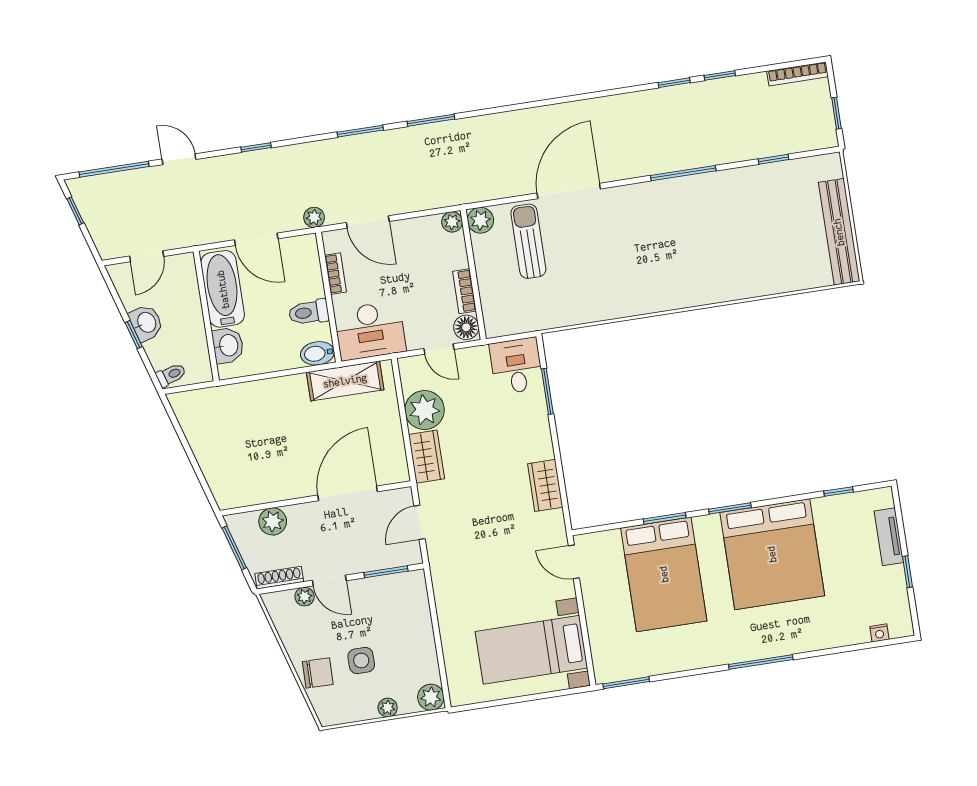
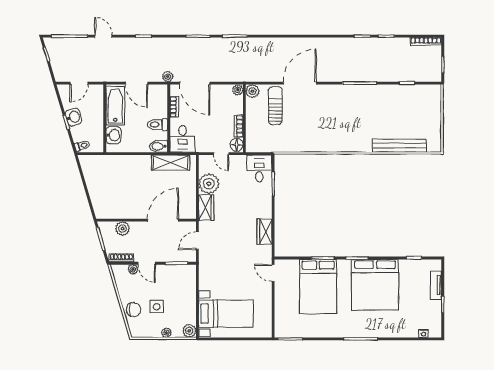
door: (368, 222) -> (195, 83), width x1.36
bench: (839, 232) -> (400, 146), moved, turned 90
desk: (370, 331) -> (183, 139), width x0.73
bed with nightstands: (532, 650) -> (226, 314), moved, turned 180

